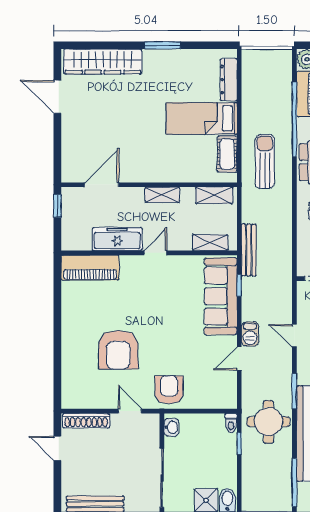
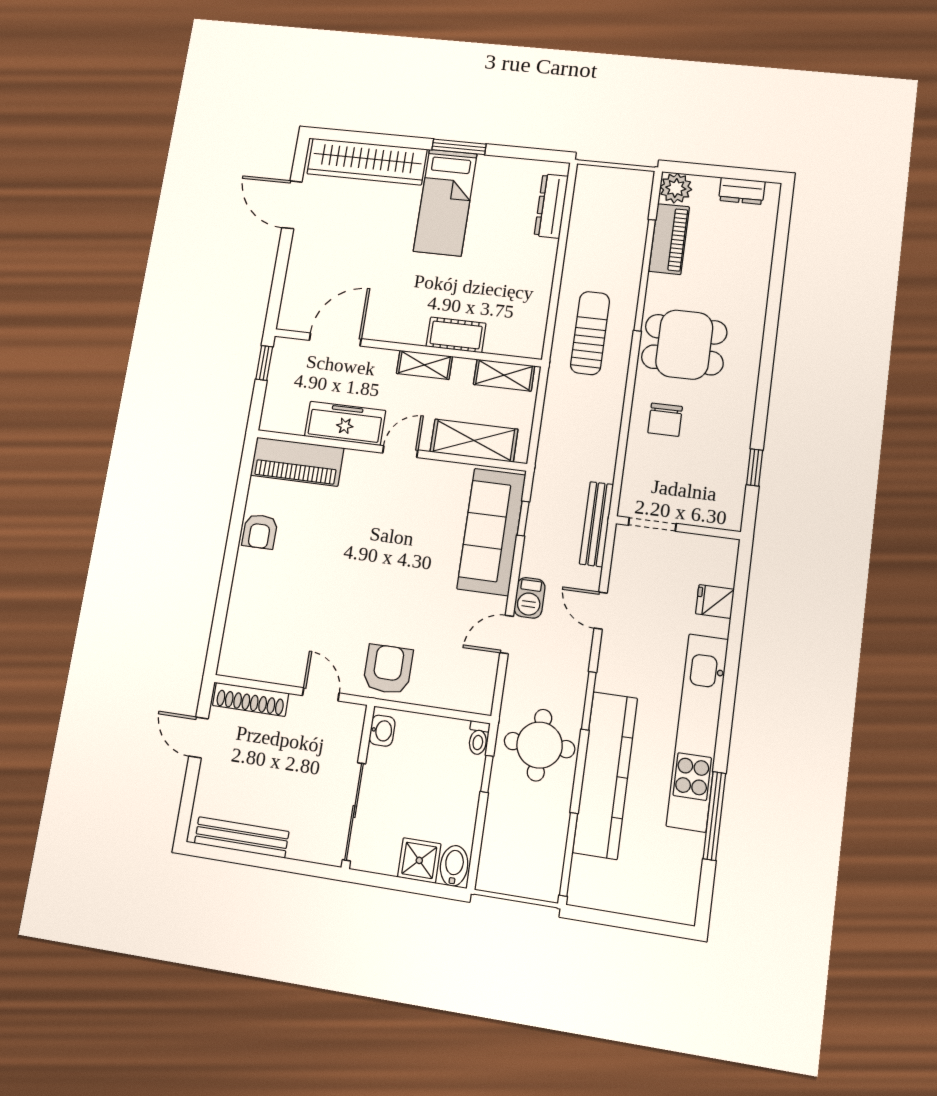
bed: (202, 118) -> (445, 202), moved, turned -90
cot: (227, 154) -> (456, 335), moved, turned 90
shelving: (210, 243) -> (474, 441), width x1.50, depth x1.33
bench: (249, 250) -> (596, 524), moved
armchair: (118, 350) -> (260, 531), moved, width x0.53, depth x0.53

